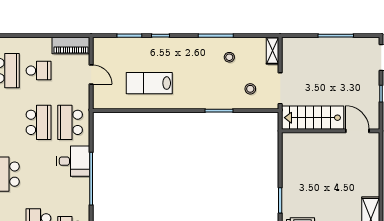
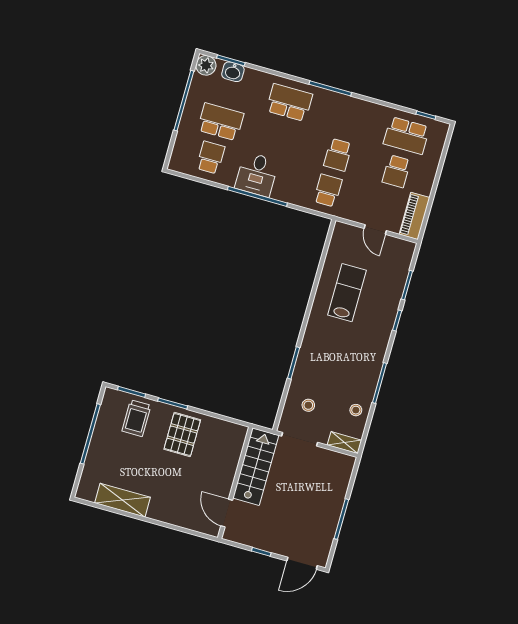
stool: (229, 57) -> (356, 410), moved
door: (91, 75) -> (375, 230), hinge flipped
school desk: (38, 122) -> (338, 155), width x0.54
school desk: (70, 122) -> (328, 190), width x0.54
door: (357, 131) -> (227, 513), swing flipped
desk: (73, 161) -> (257, 174), moved
pallet: (303, 185) -> (182, 435), added

